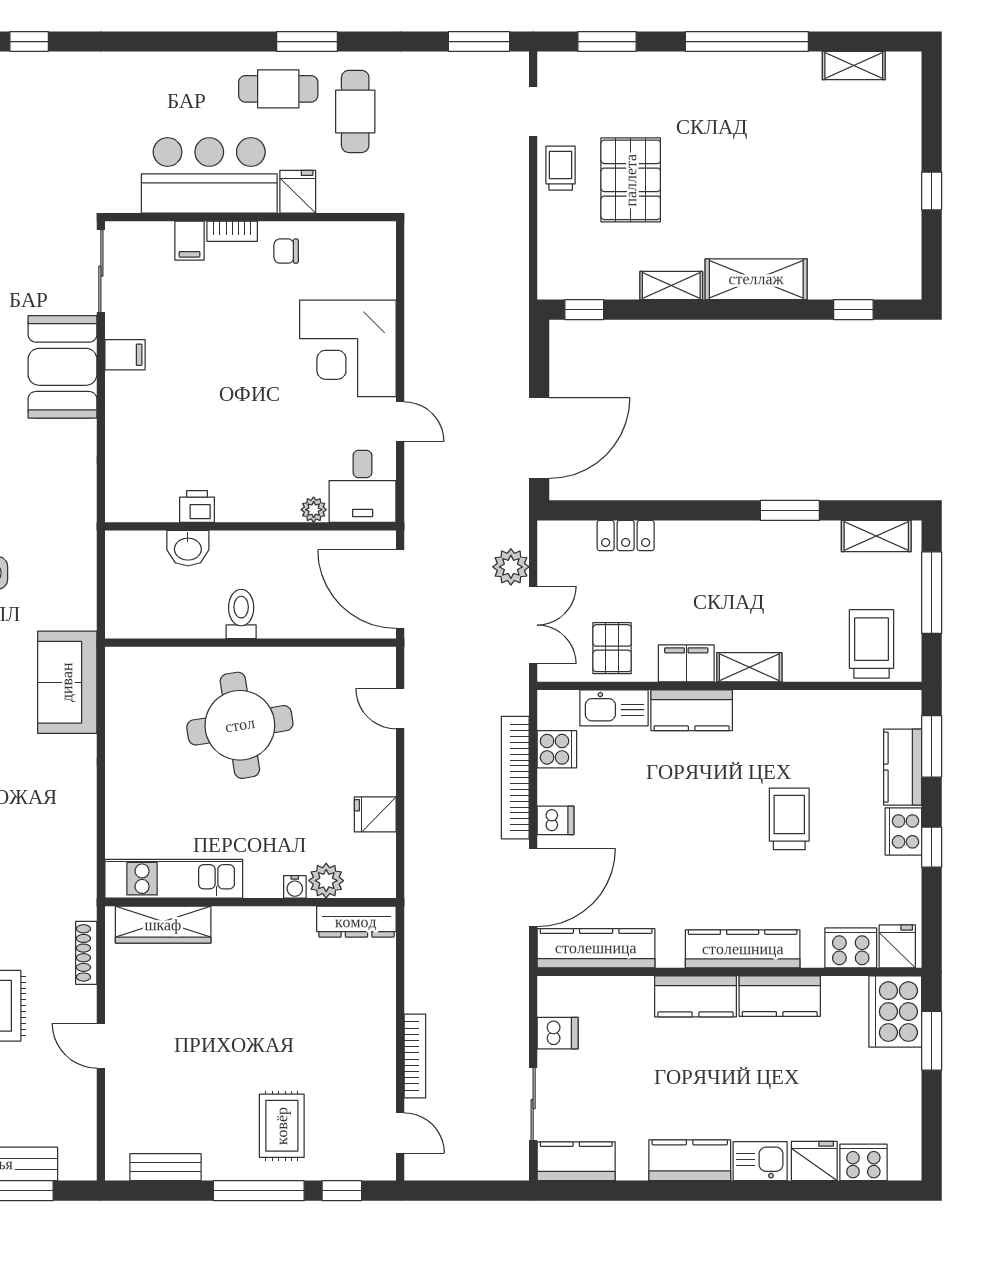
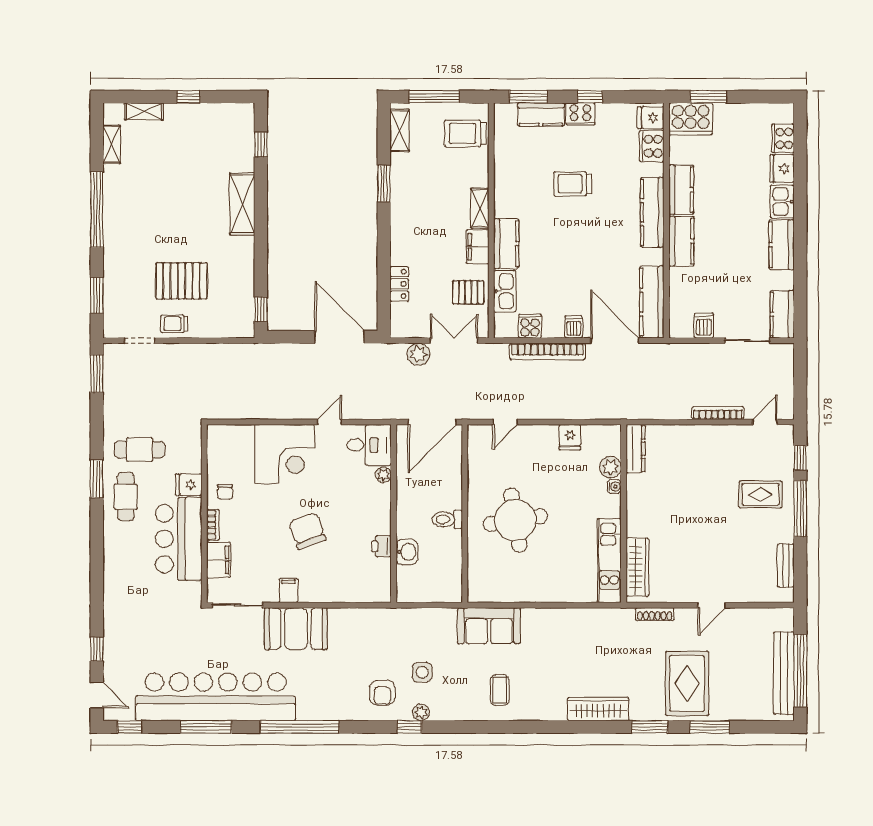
filing cabinet: (189, 241) -> (219, 560), width x2.00
shelving: (671, 285) -> (144, 111), moved, turned 90
chair: (222, 386) -> (307, 531), added

